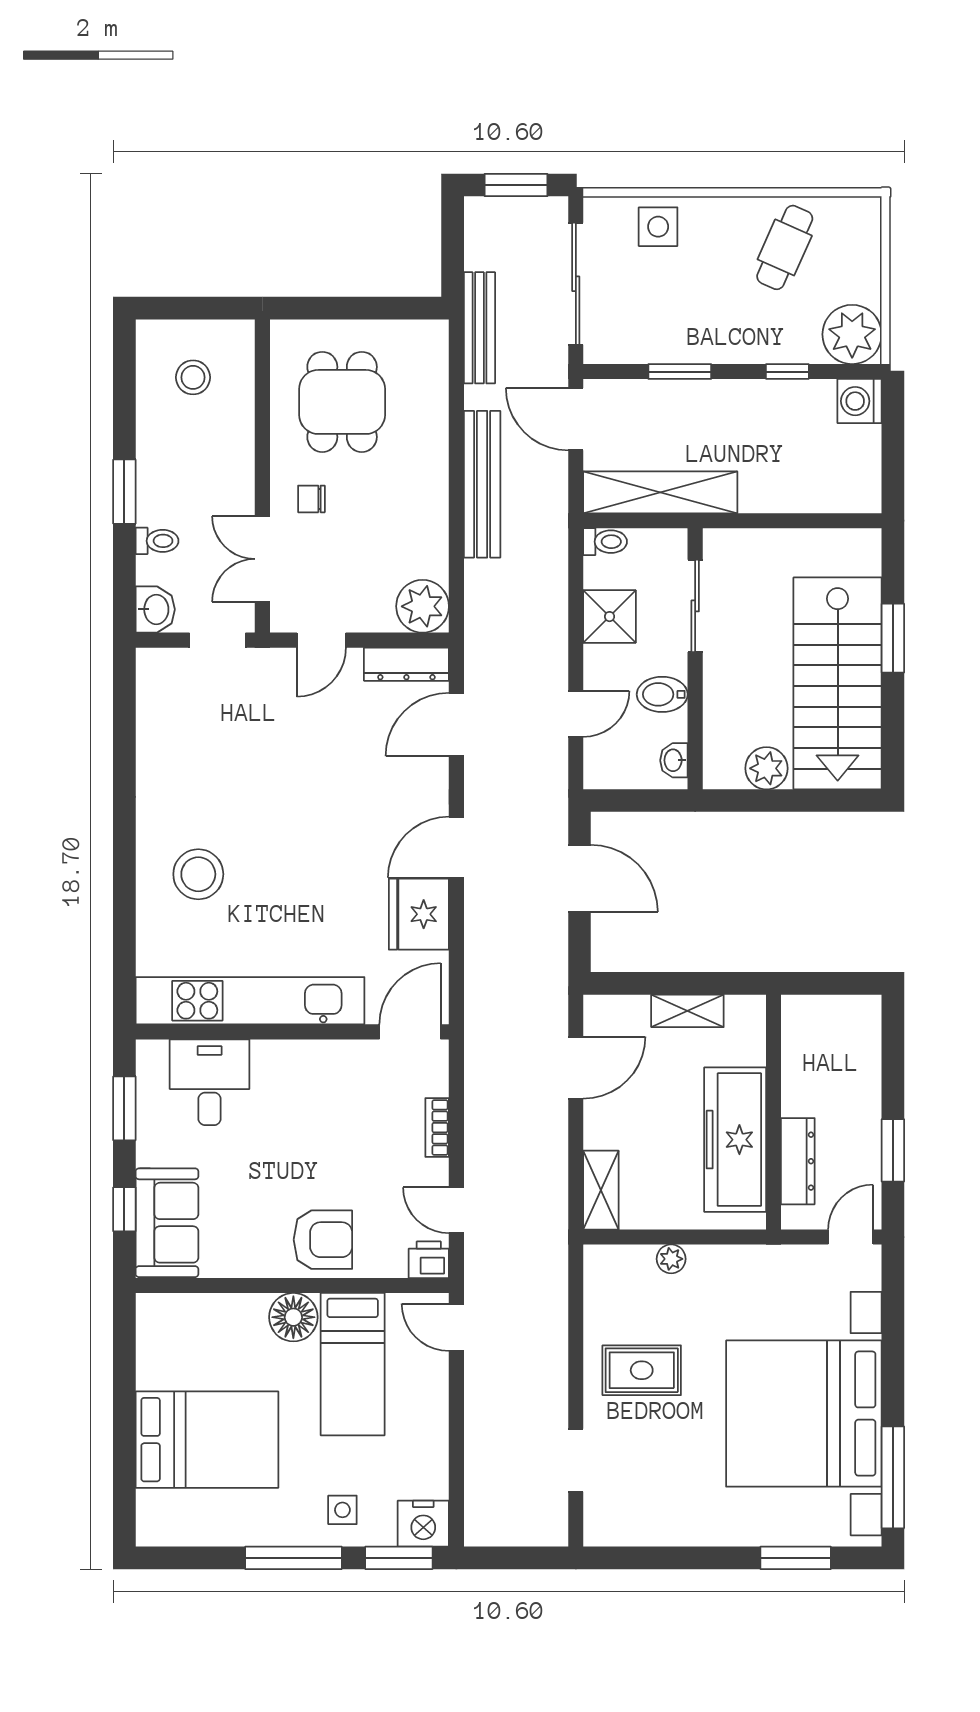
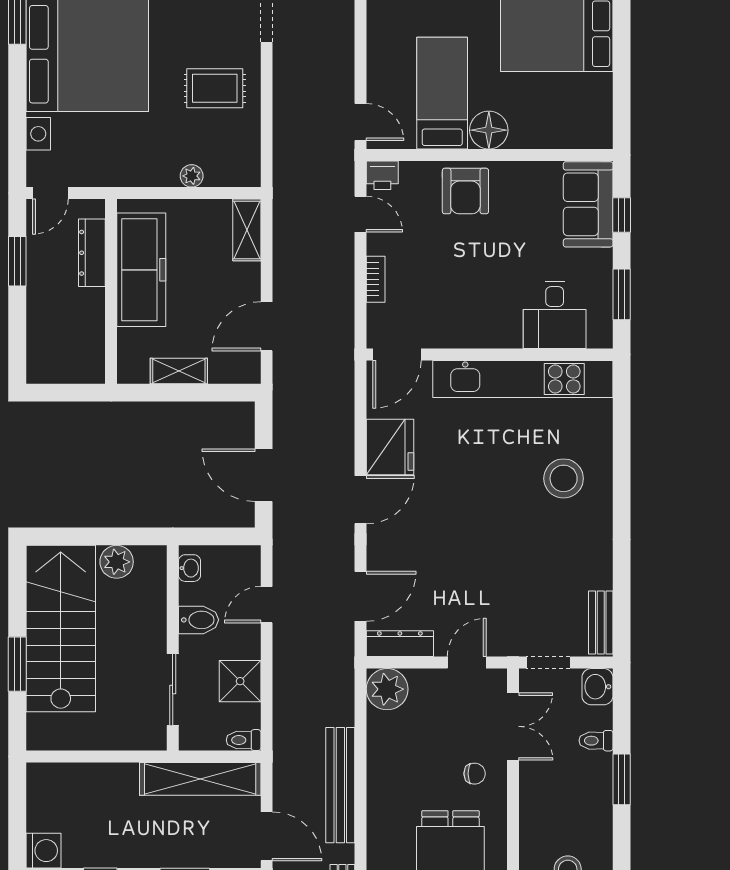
bench: (151, 691) -> (601, 622), added
armchair: (323, 1240) -> (465, 191), turned -90

